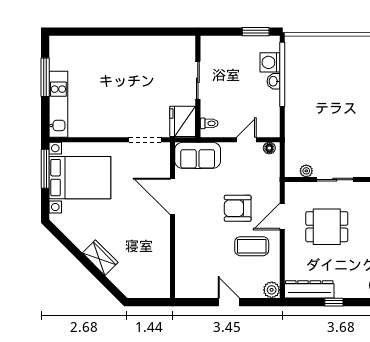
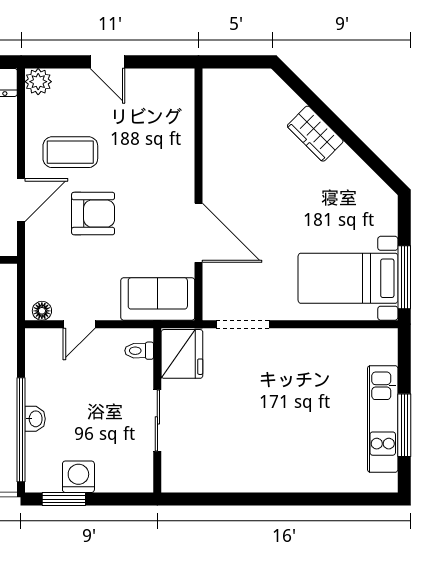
washing machine: (270, 62) -> (78, 477), moved, turned -90
kitchen unit: (58, 104) -> (383, 419), moved
bed with nightstands: (80, 178) -> (348, 278), width x0.73

